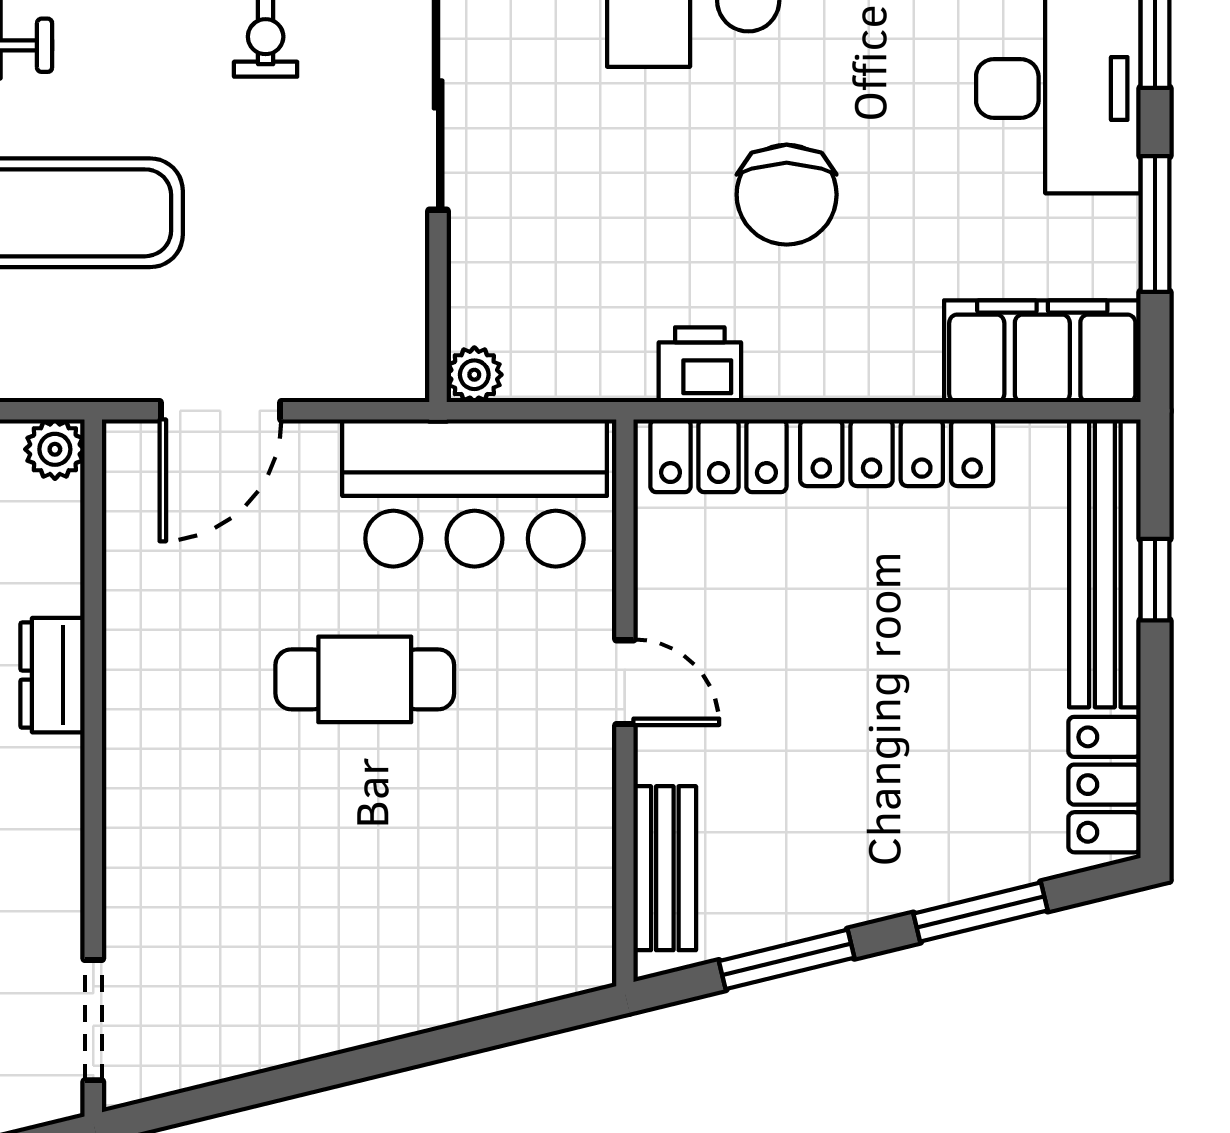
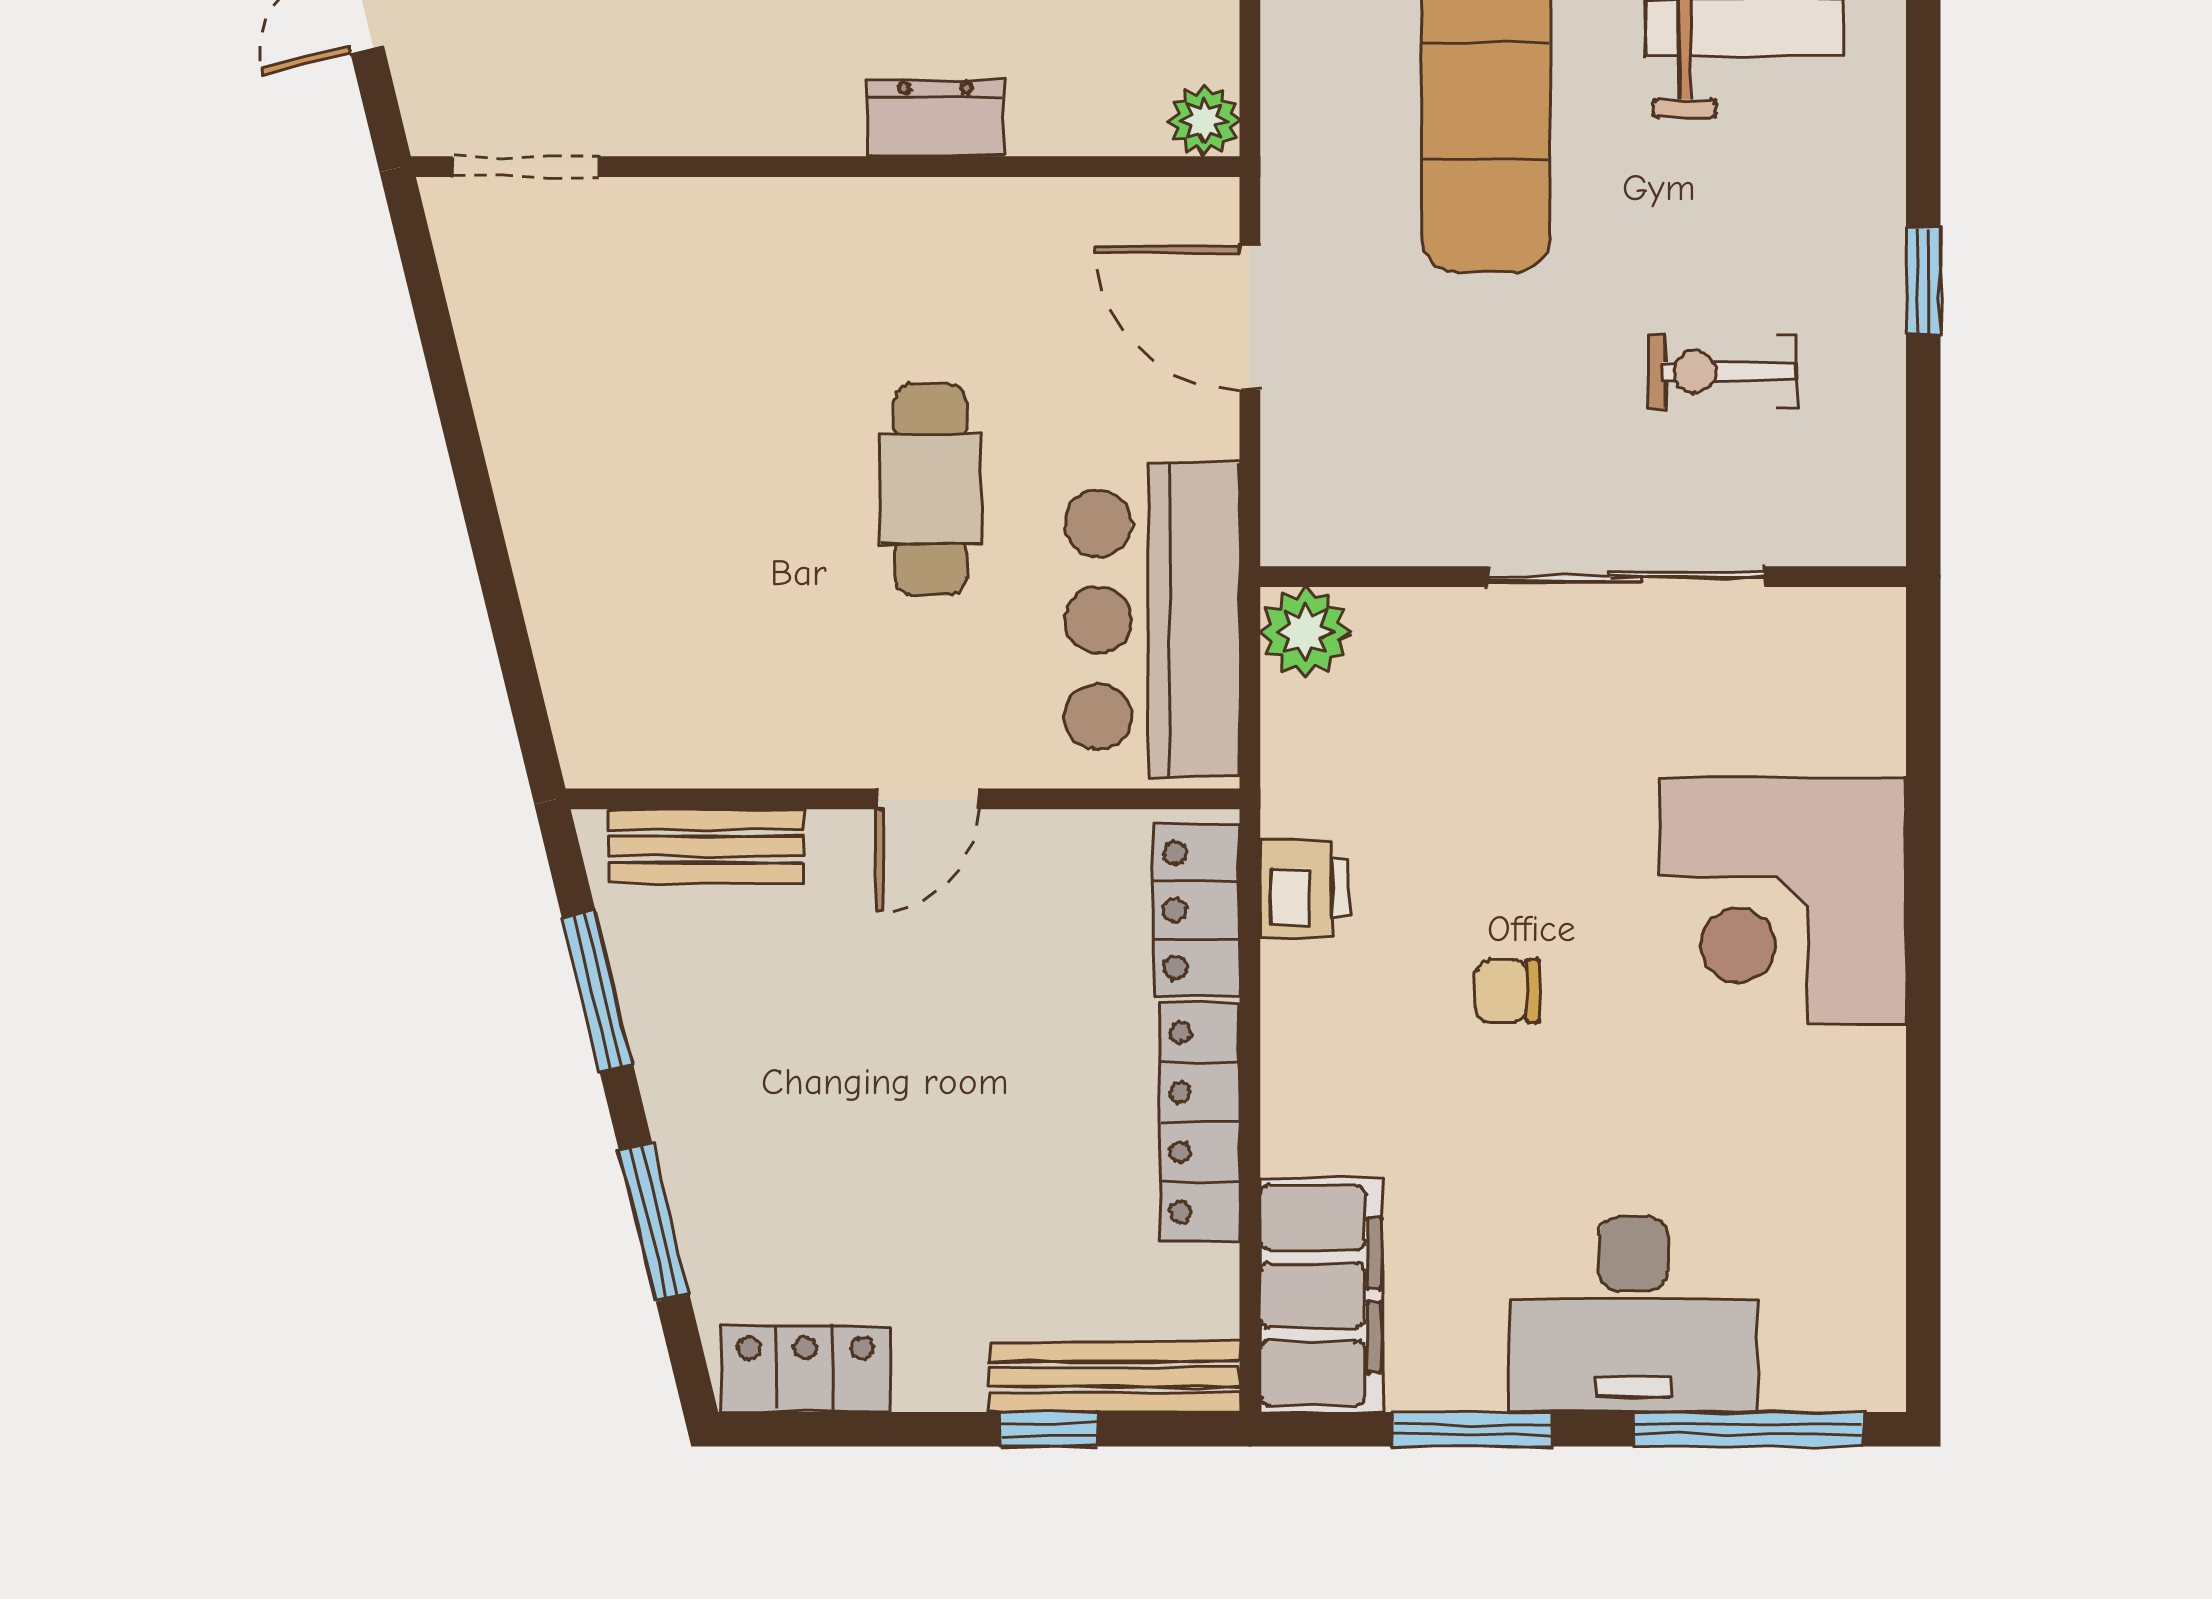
chair: (787, 195) -> (1507, 991), width x0.54, depth x0.54
plant: (474, 375) -> (1305, 632), width x1.38, depth x1.38
bench: (1105, 563) -> (1114, 1377), width x0.73, depth x0.82

